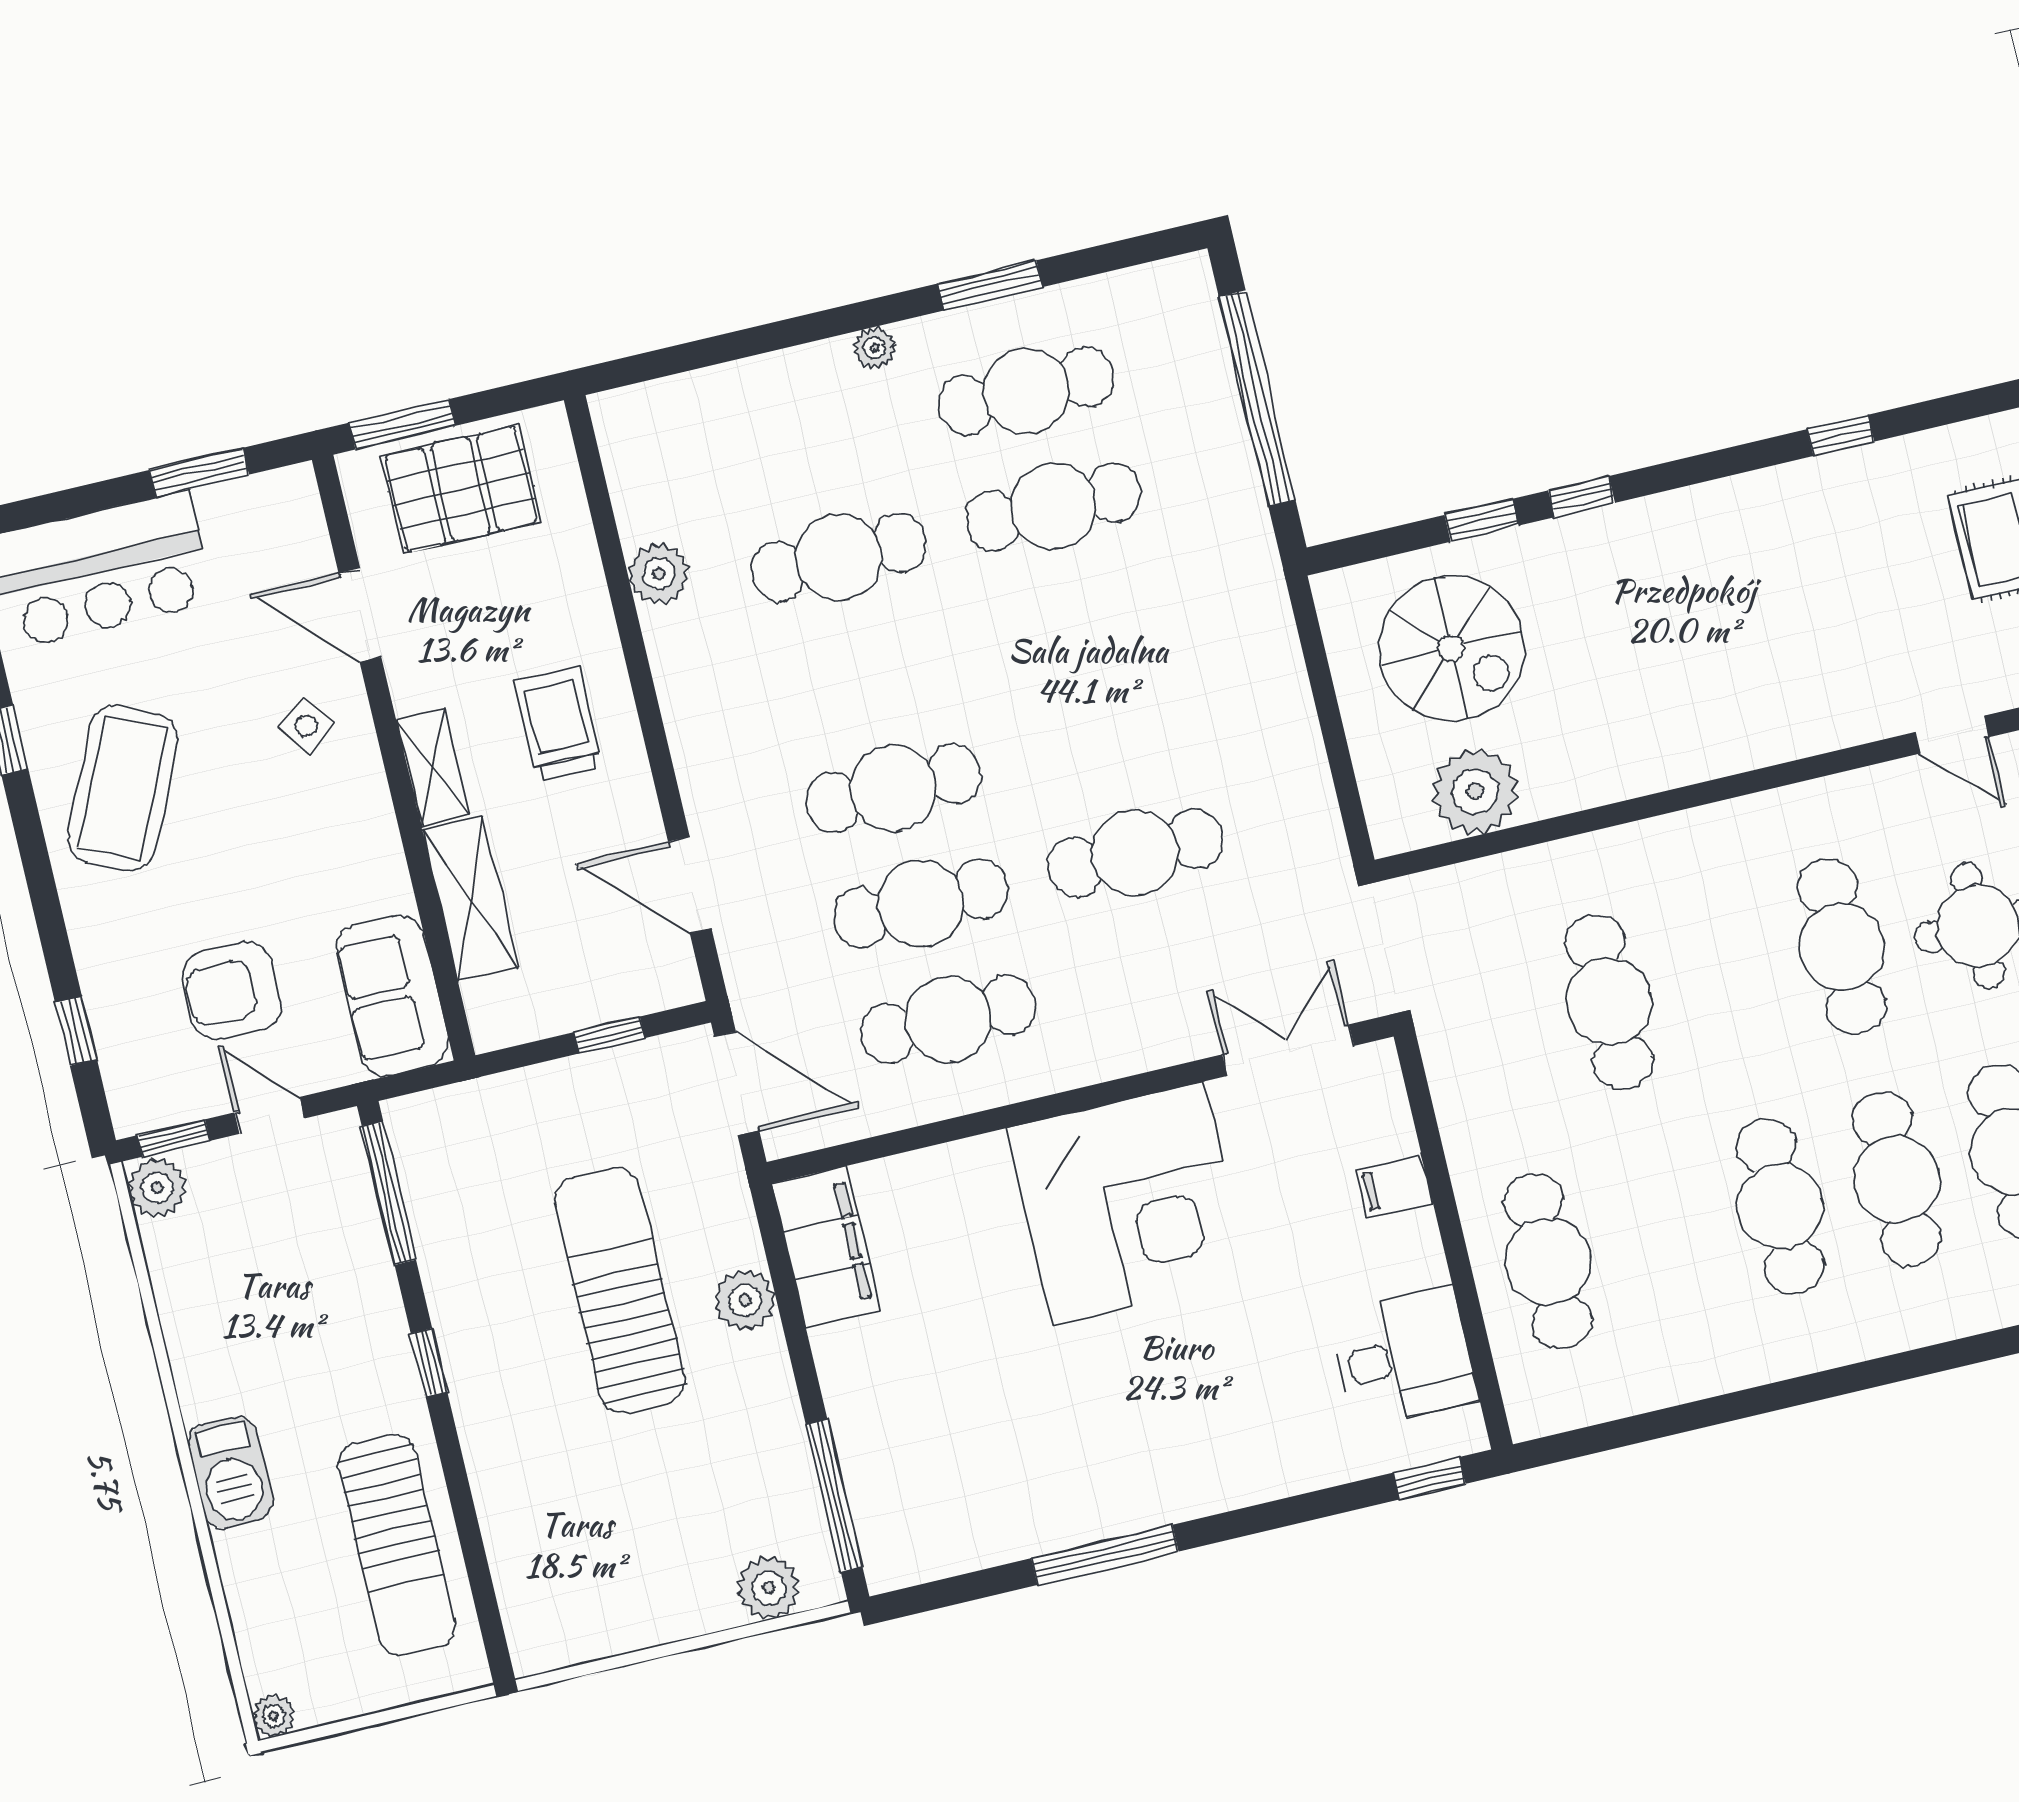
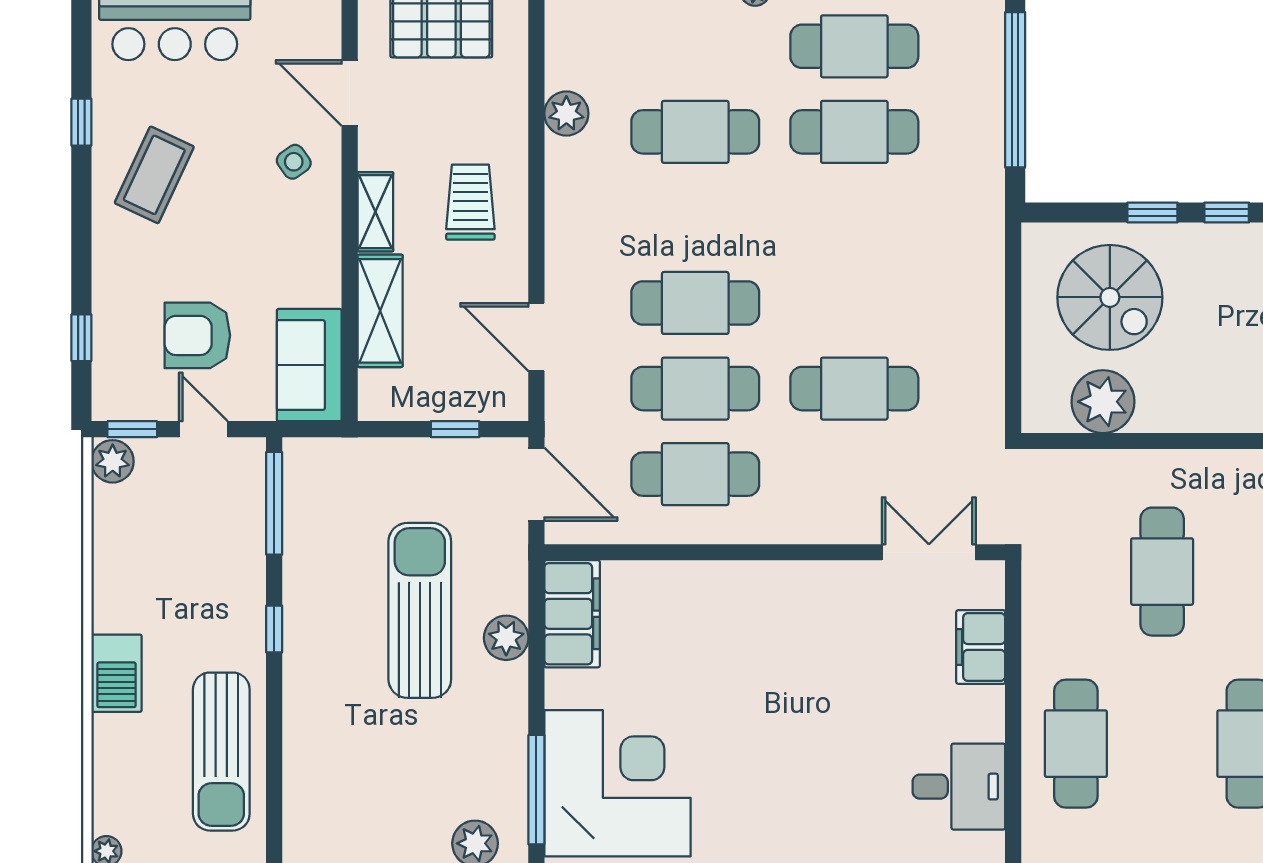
coffee table: (122, 788) -> (154, 175), width x0.73, depth x0.76
filing cabinet: (1394, 1186) -> (981, 647), width x2.00
corner desk: (1128, 1203) -> (617, 783), moved, turned -90

